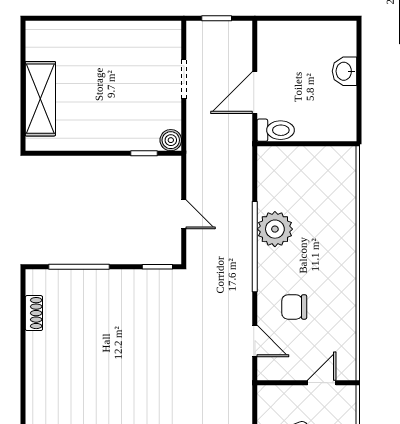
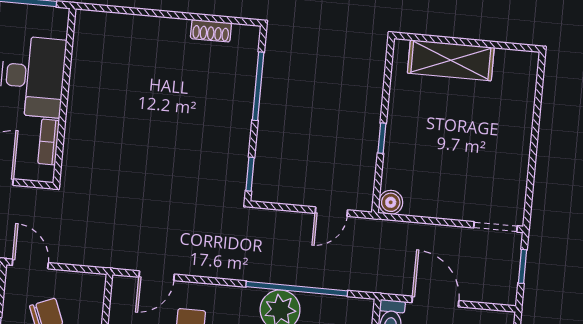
doorway: (184, 79) -> (495, 227), moved
window: (144, 153) -> (382, 138), moved
door: (184, 214) -> (331, 212), moved
window: (255, 247) -> (297, 289), moved

